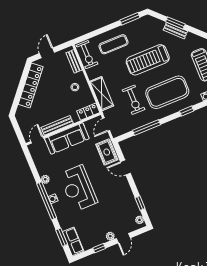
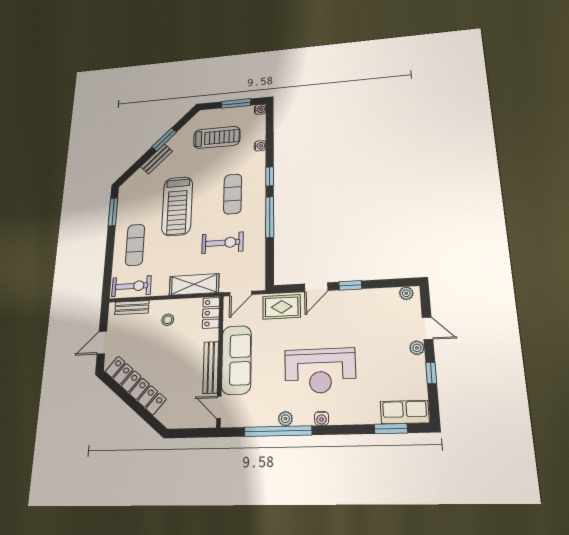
window: (175, 23) -> (164, 140), moved
door: (47, 53) -> (102, 343), hinge flipped
exercise mat: (167, 92) -> (233, 194), width x0.50, depth x0.69
door: (106, 124) -> (241, 293), hinge flipped
window: (147, 128) -> (270, 217), moved
window: (47, 201) -> (278, 431), moved
window: (140, 203) -> (350, 285), moved

